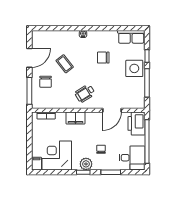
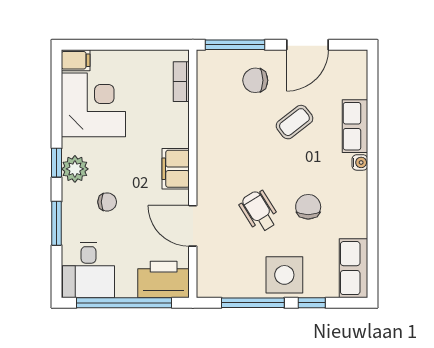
row of seats: (67, 36) -> (355, 126), added
door: (29, 58) -> (307, 45), hinge flipped
wheelchair: (85, 93) -> (259, 211), moved
filing cabinet: (75, 118) -> (176, 169), moved

